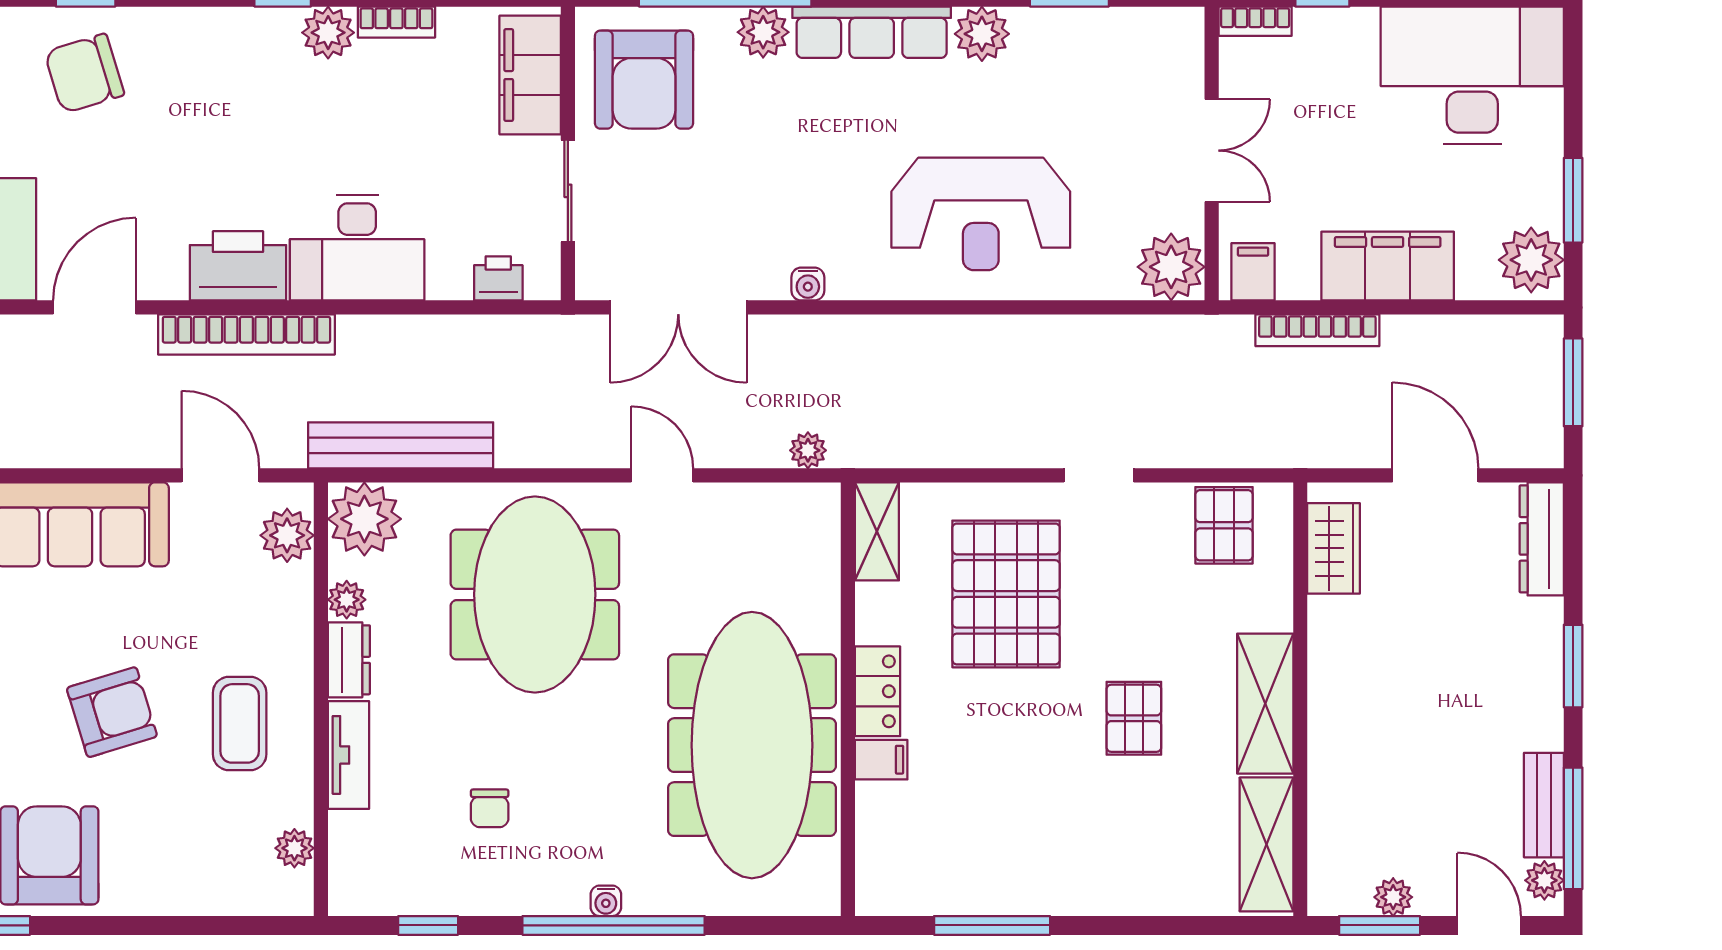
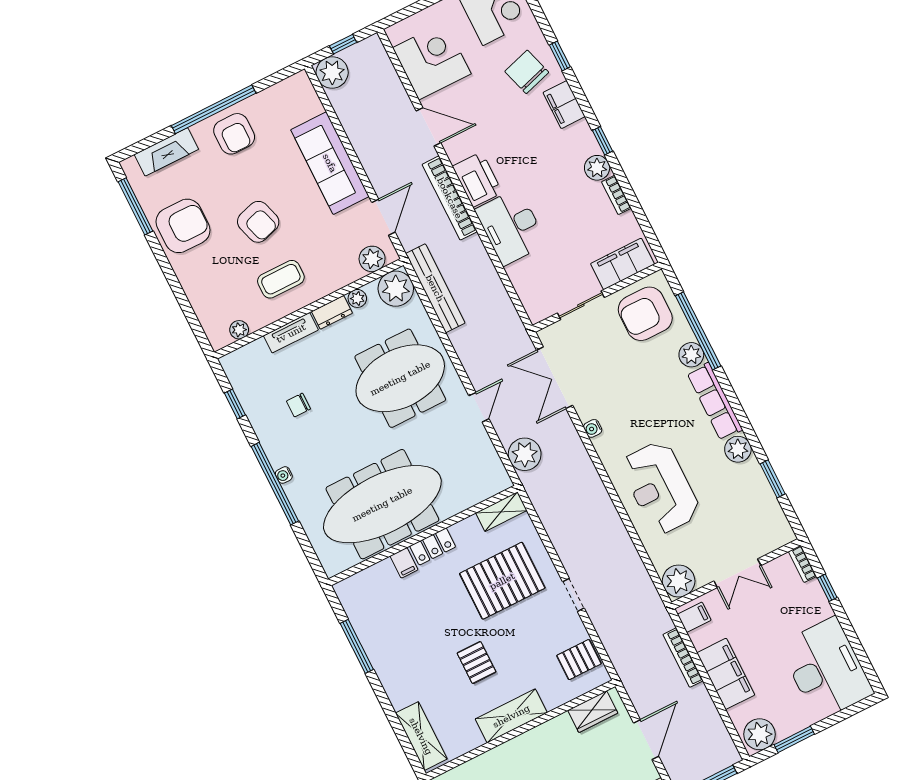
filing cabinet: (180, 35) -> (564, 105), added
printer: (498, 278) -> (528, 294), removed
plant: (808, 450) -> (525, 454), width x1.88, depth x1.88
pallet: (1134, 718) -> (477, 663), turned 90
shelving: (1266, 844) -> (421, 736), moved, turned 90

